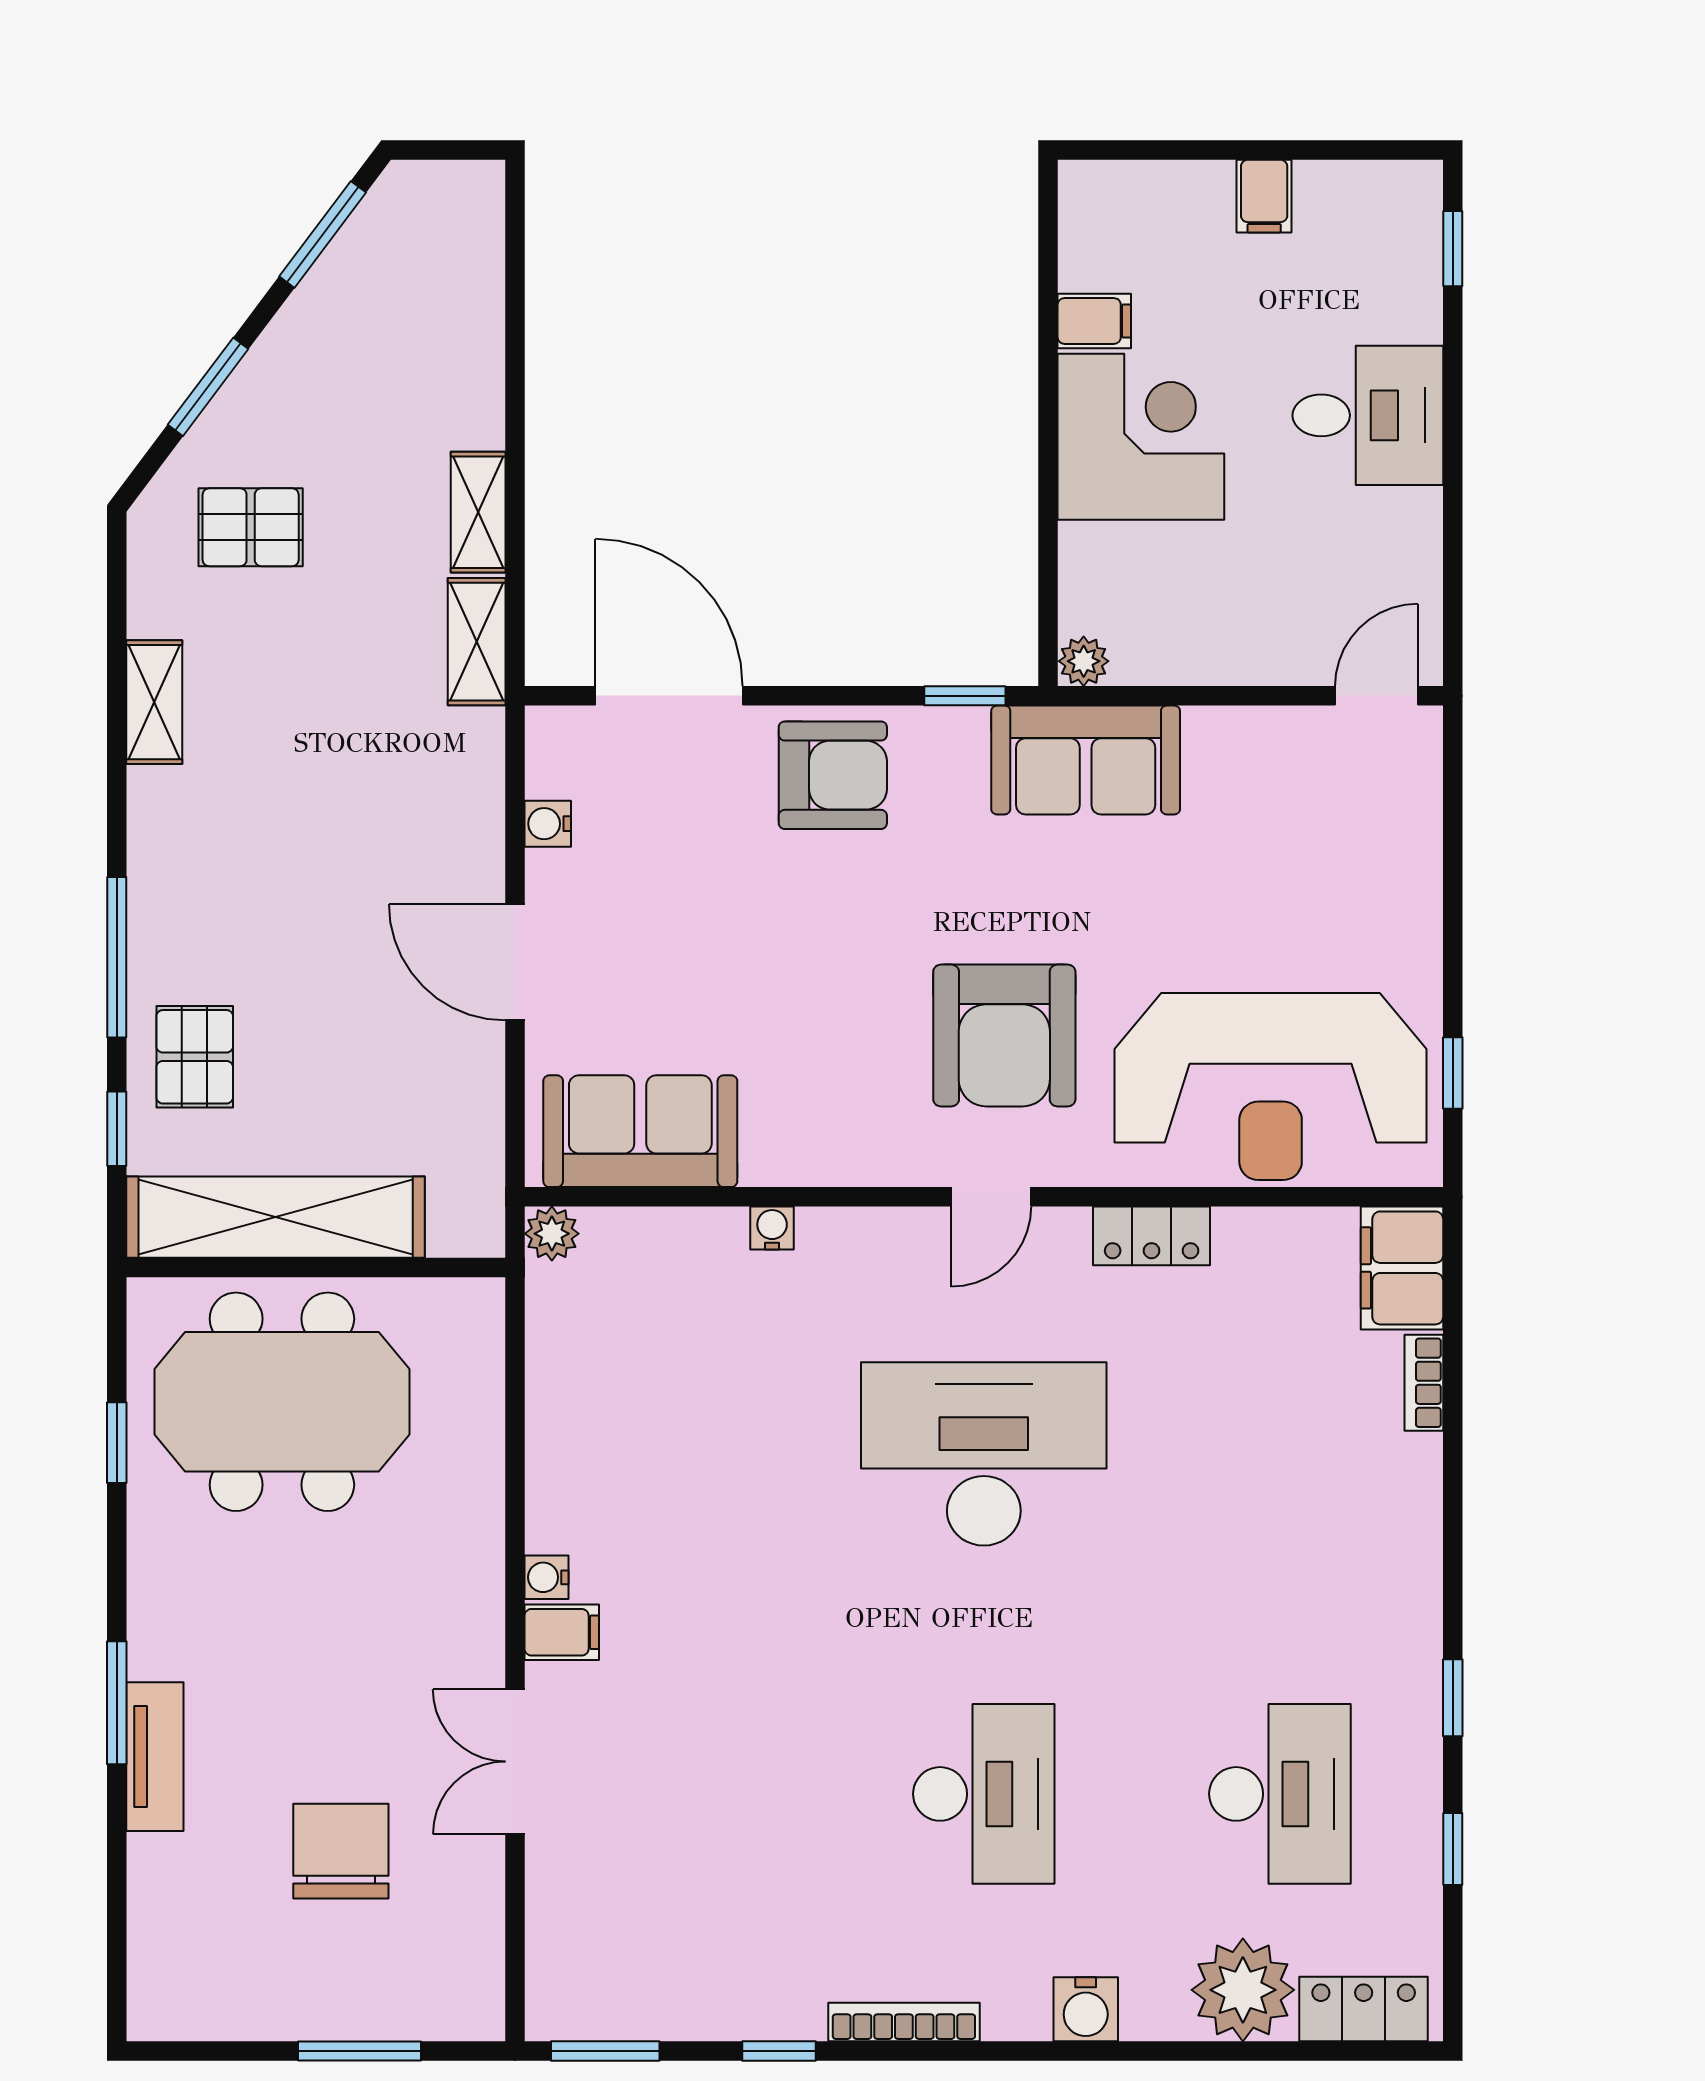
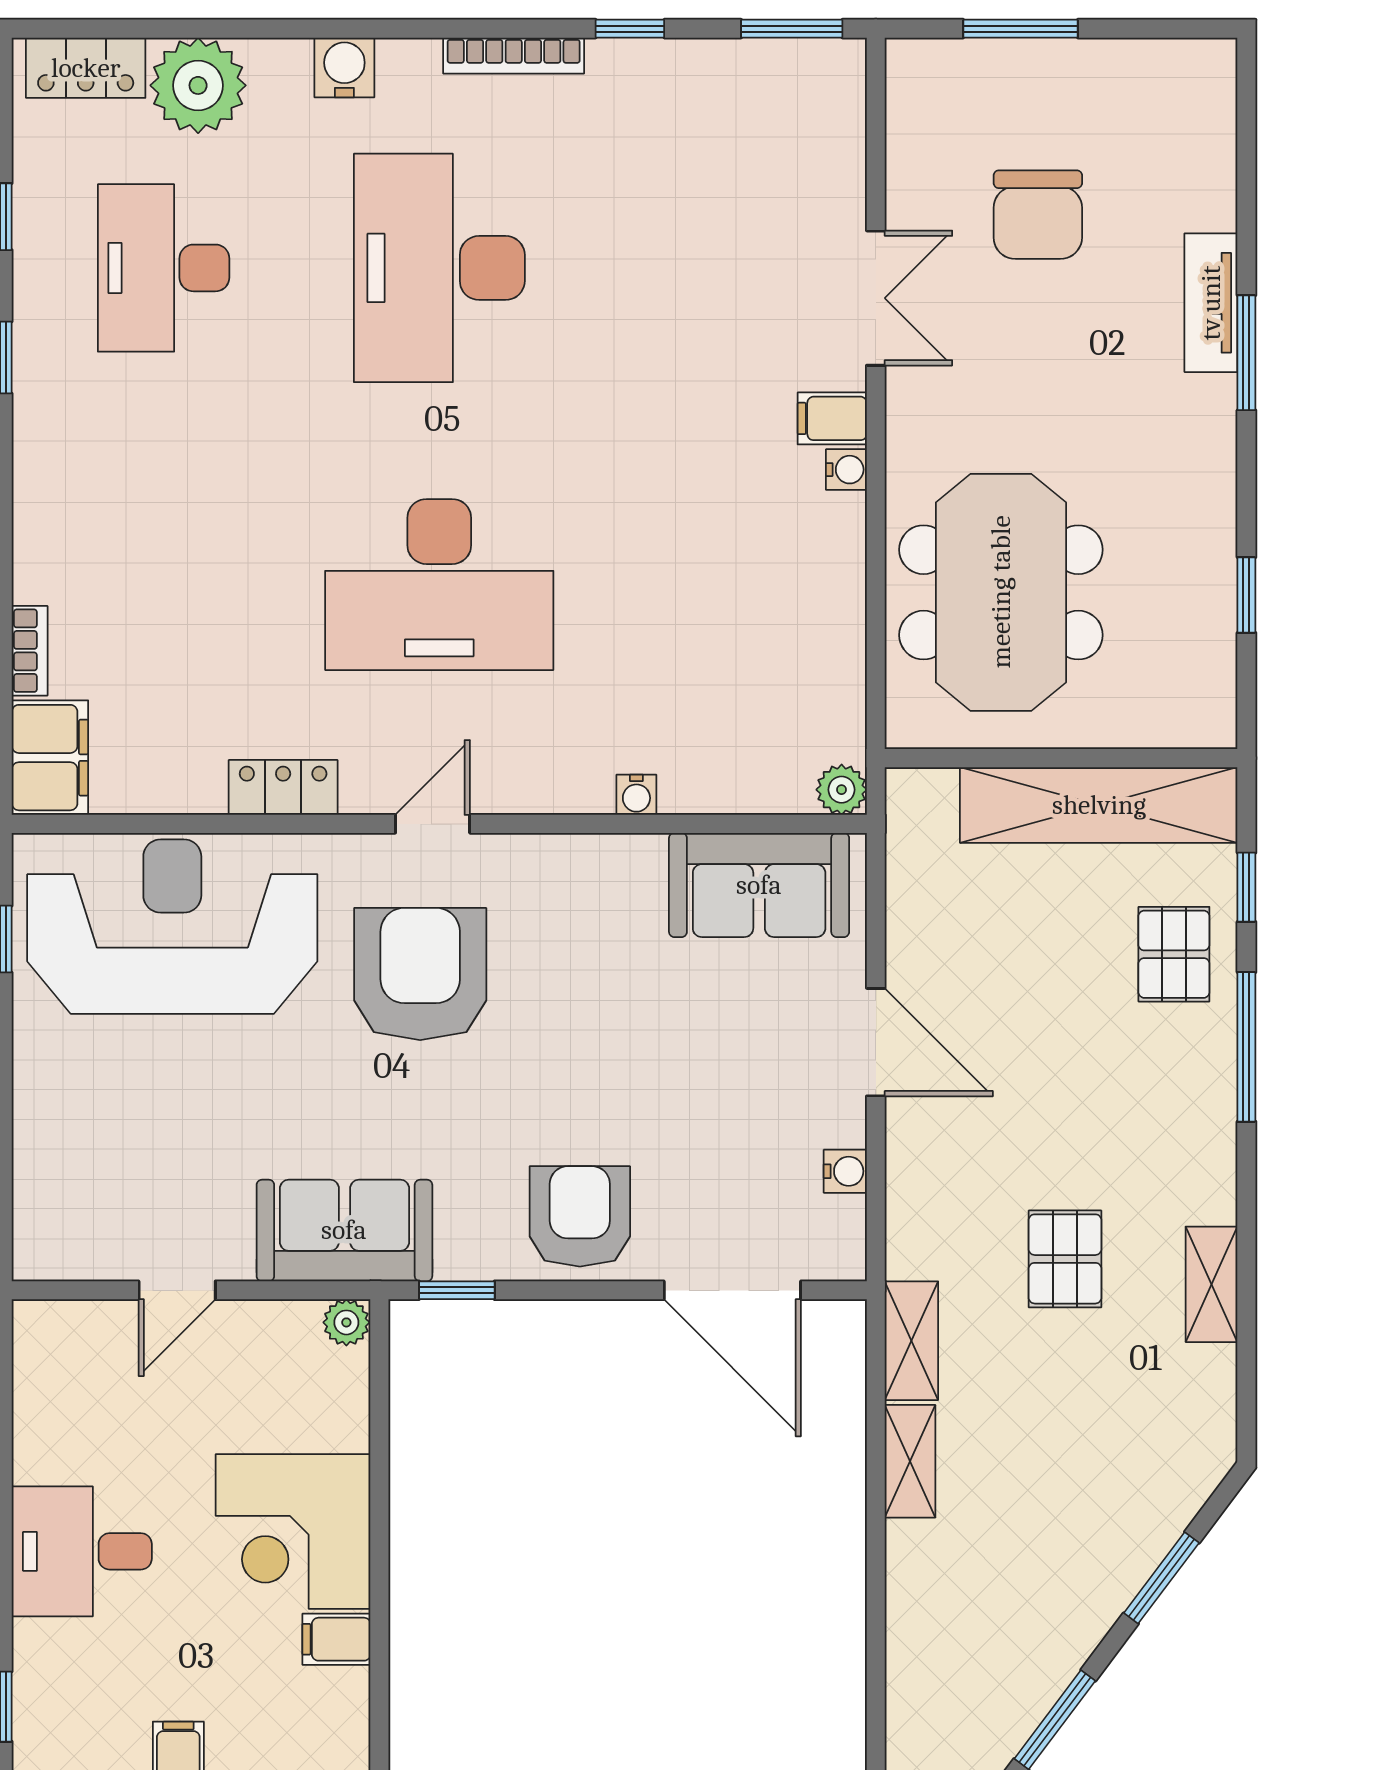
pallet: (251, 527) -> (1065, 1259), moved, turned 90
door: (1377, 696) -> (177, 1290), moved
armchair: (833, 775) -> (580, 1216), turned 90
meeting table: (282, 1402) -> (1001, 592), moved, turned 90
desk: (984, 1794) -> (439, 268), width x1.36, depth x1.30

